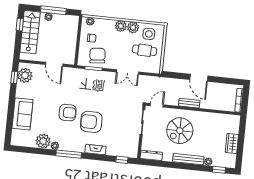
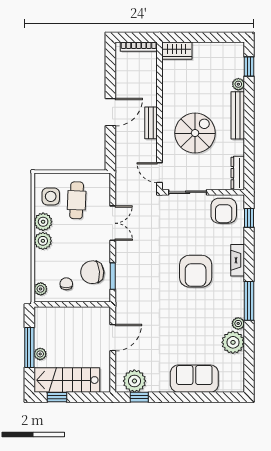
armchair: (68, 113) -> (224, 211), moved, turned 180
spiral stairs: (180, 131) -> (195, 133), turned -90
wardrobe: (232, 143) -> (177, 51), moved

